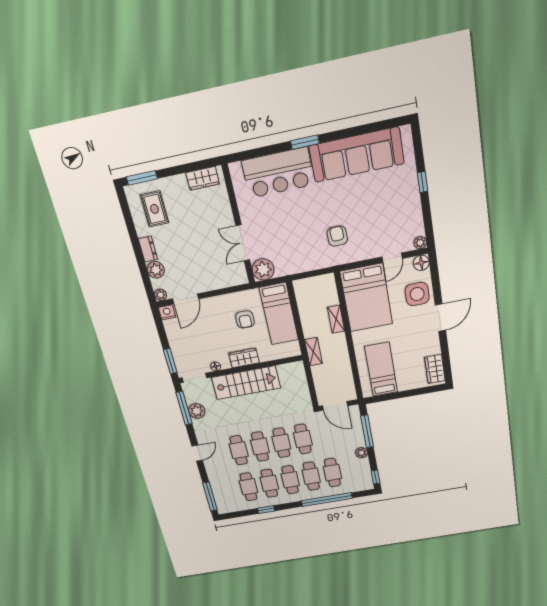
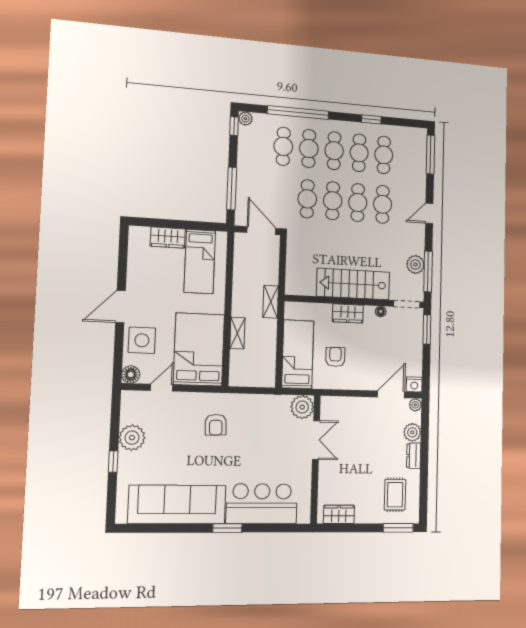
plant: (420, 243) -> (132, 438), moved, width x1.87, depth x1.87
wardrobe: (435, 369) -> (168, 238), moved, turned 90
plant: (362, 453) -> (245, 119), moved

